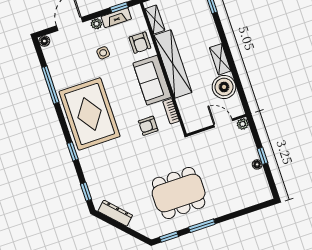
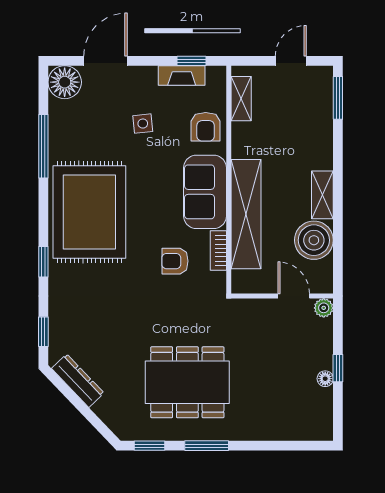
plant: (96, 24) -> (147, 75), removed
floor lamp: (44, 41) -> (65, 82), width x1.89, depth x1.89
shelving: (173, 64) -> (246, 214), moved

